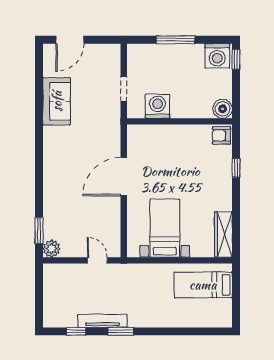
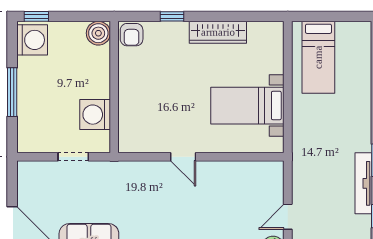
door: (124, 177) -> (183, 157), width x0.53
wardrobe: (223, 235) -> (218, 32), moved
door: (97, 260) -> (288, 217), moved

